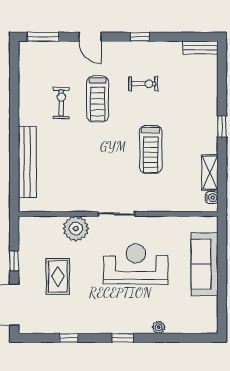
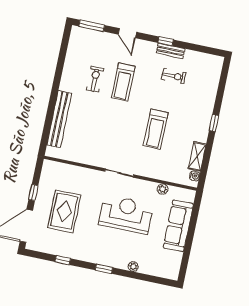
bench: (200, 48) -> (171, 51), moved
exercise bike: (143, 84) -> (174, 76), moved
plant: (76, 229) -> (163, 189), moved, width x0.53, depth x0.53
rug: (58, 276) -> (64, 211), width x1.36, depth x1.43

